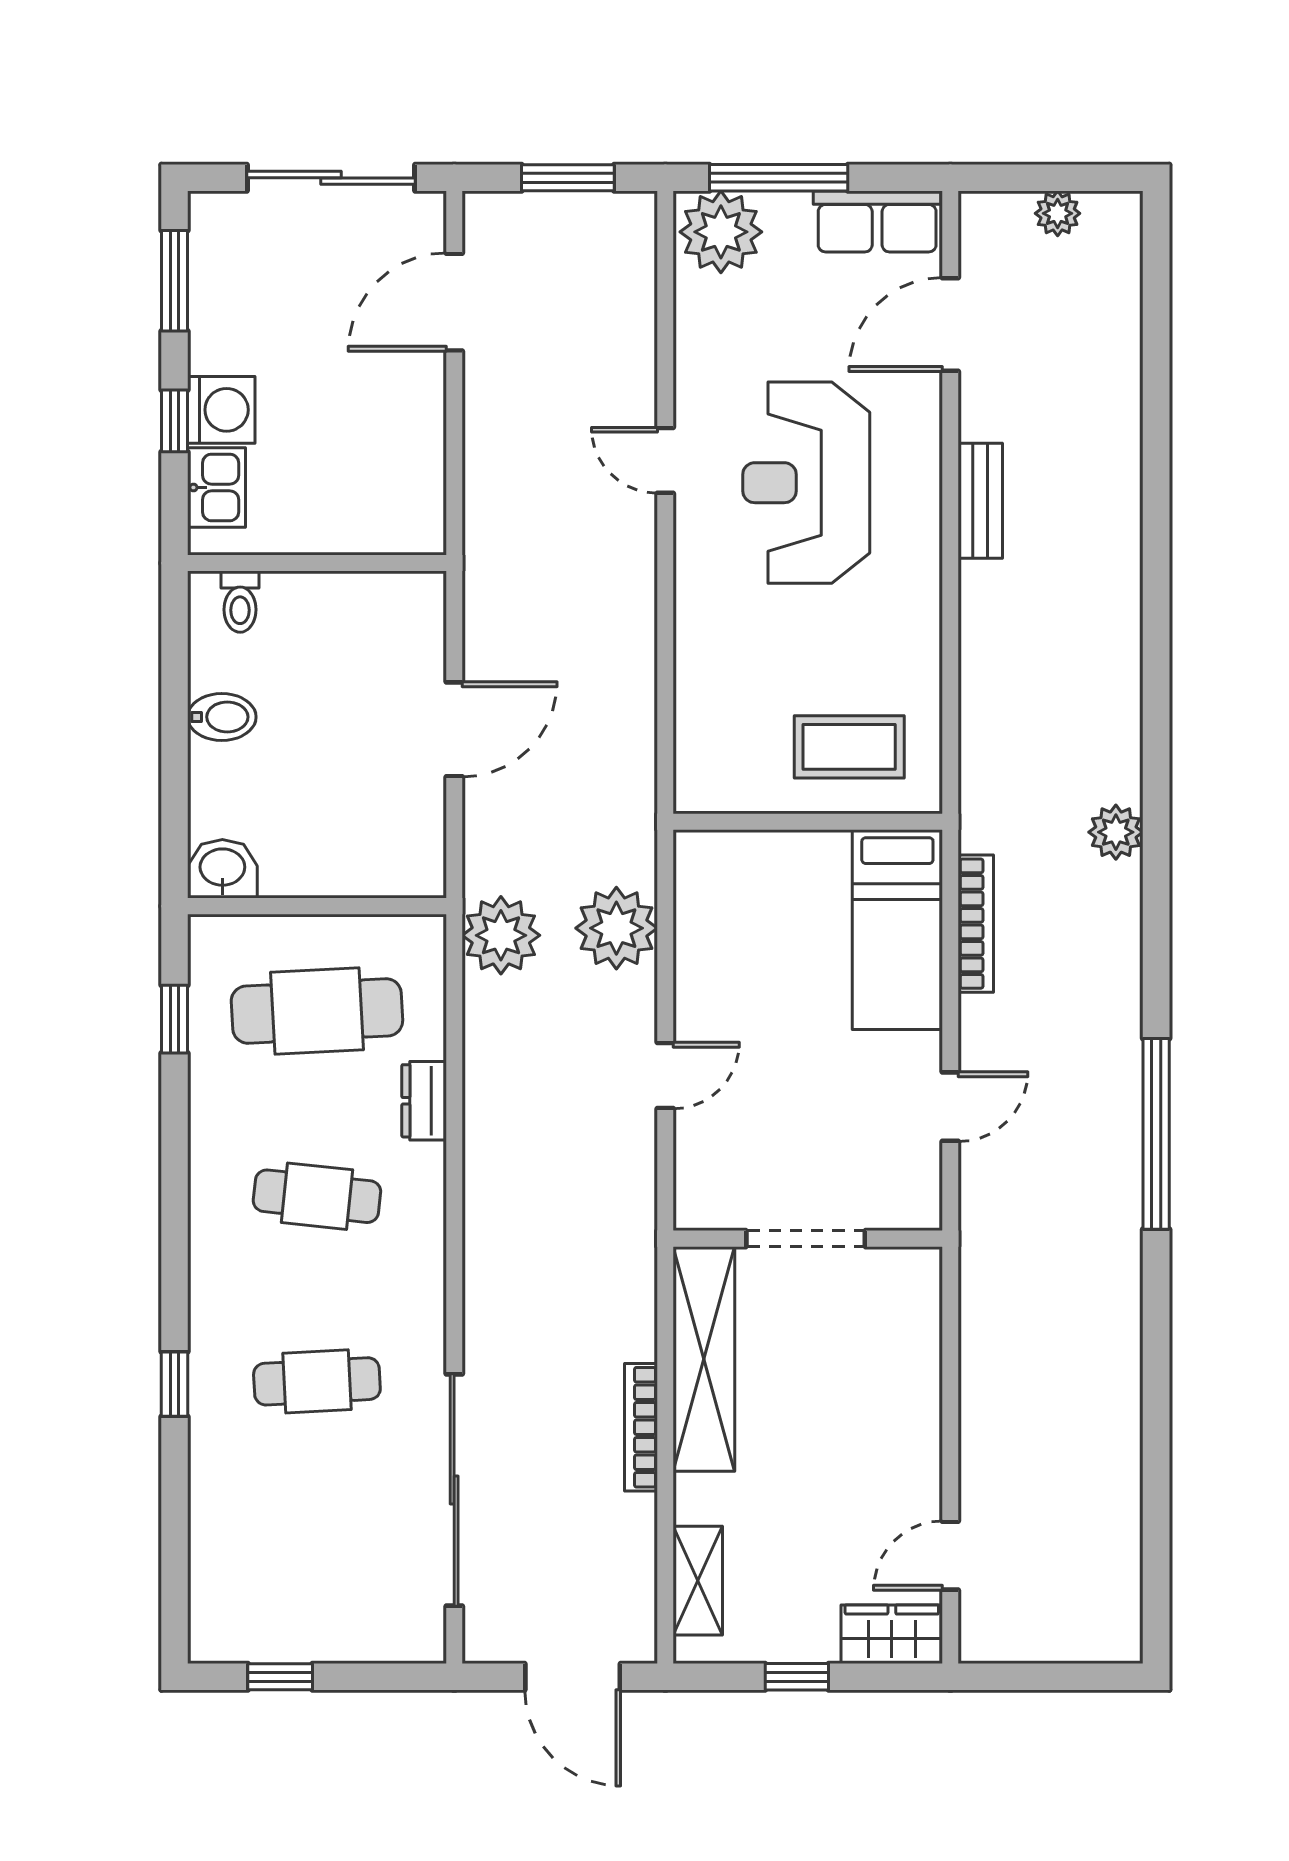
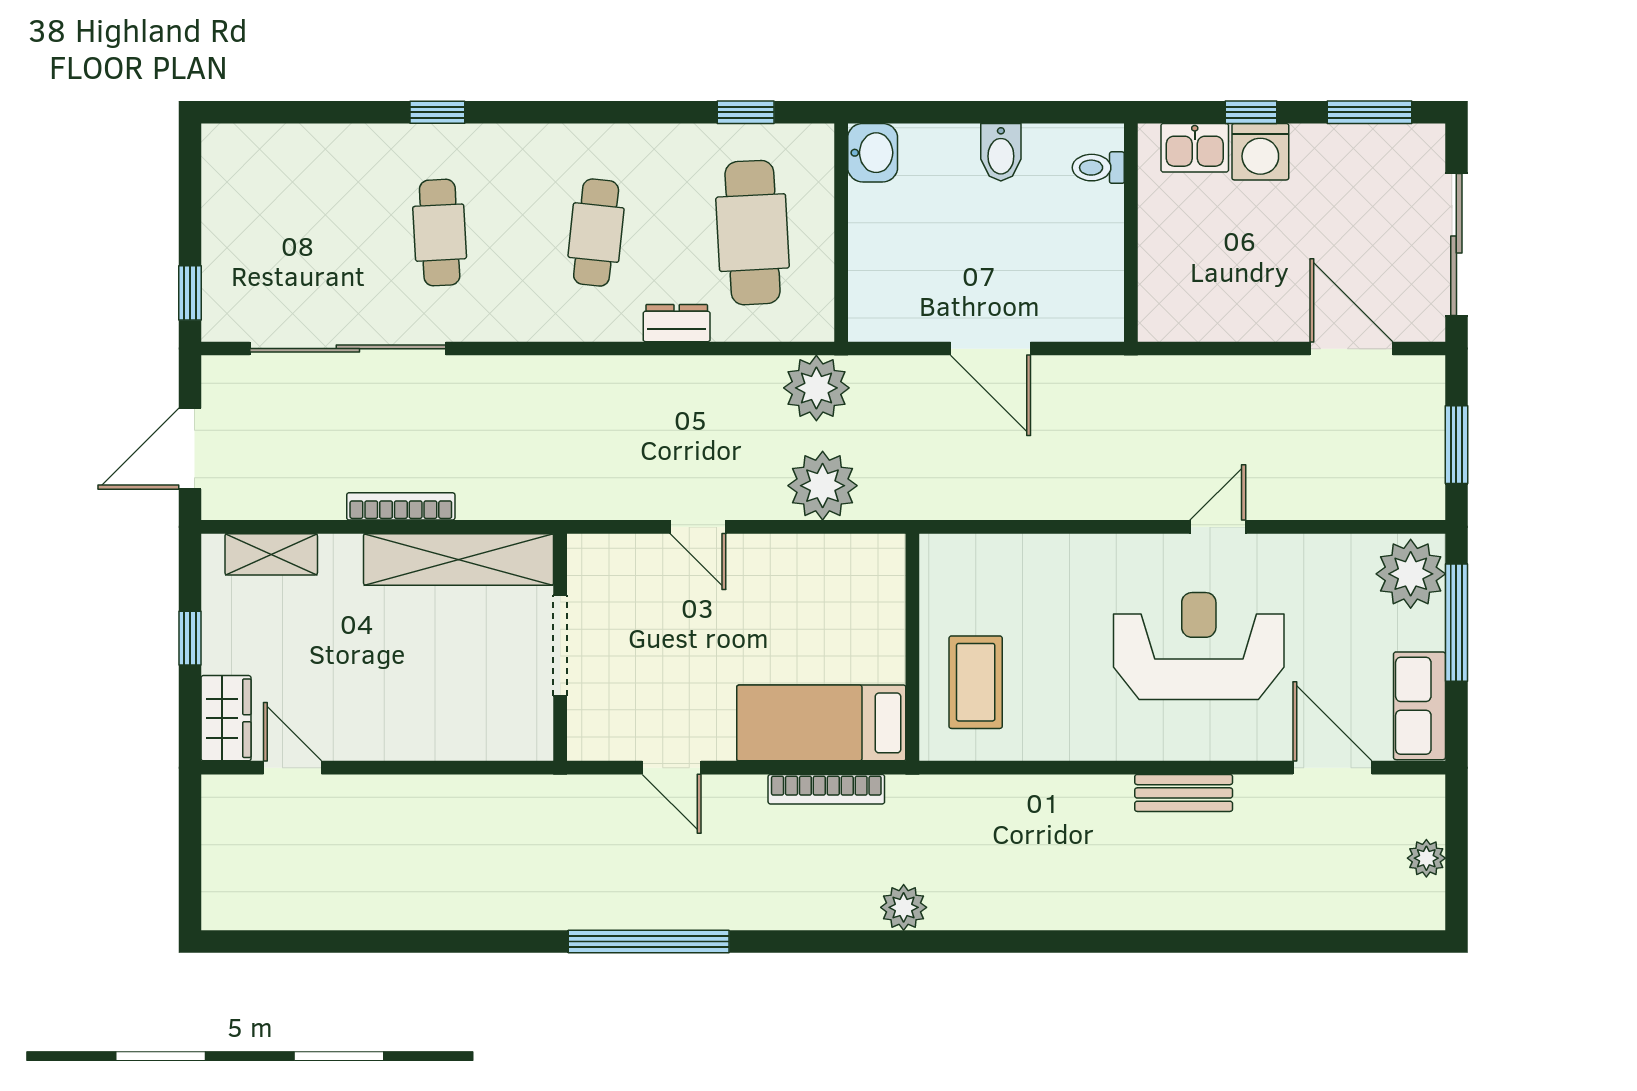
window: (280, 1677) -> (190, 293), moved

